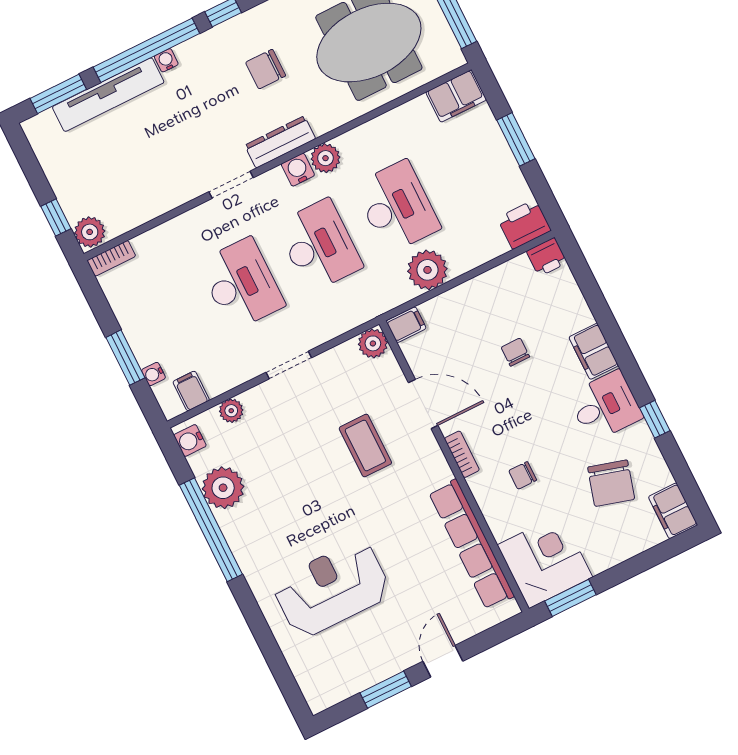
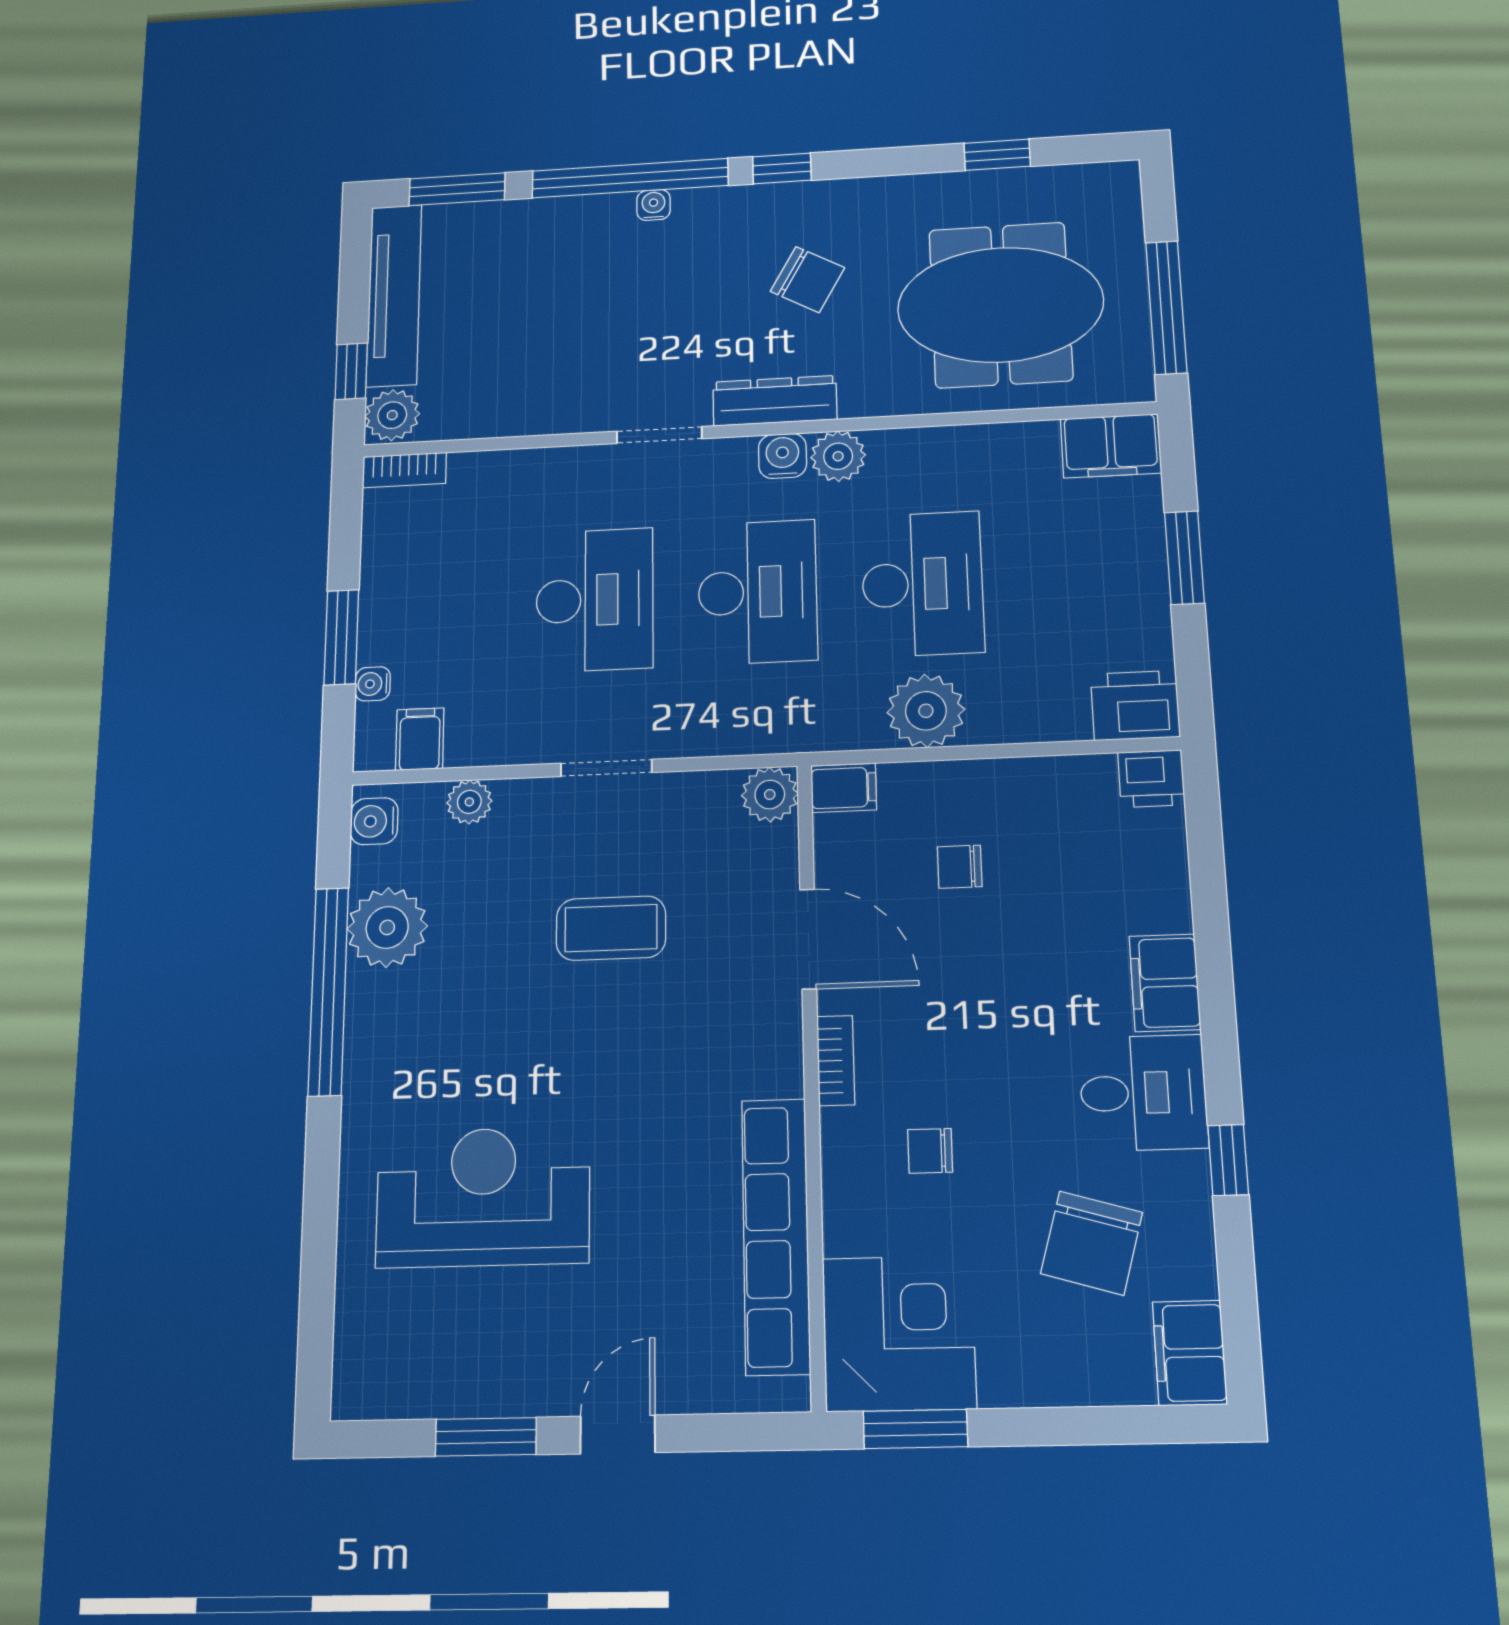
chair: (266, 69) -> (807, 280), turned -151
tv unit: (108, 95) -> (394, 295), moved, turned -90
chair: (515, 352) -> (960, 867), moved, turned -90
coffee table: (365, 446) -> (611, 928), moved, turned 90

